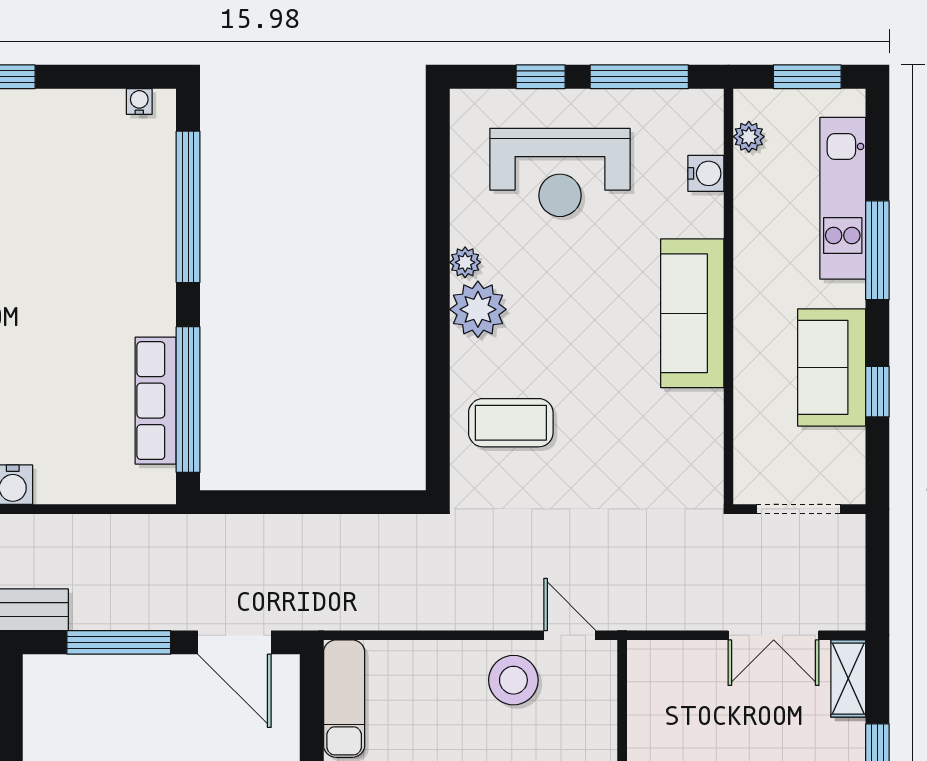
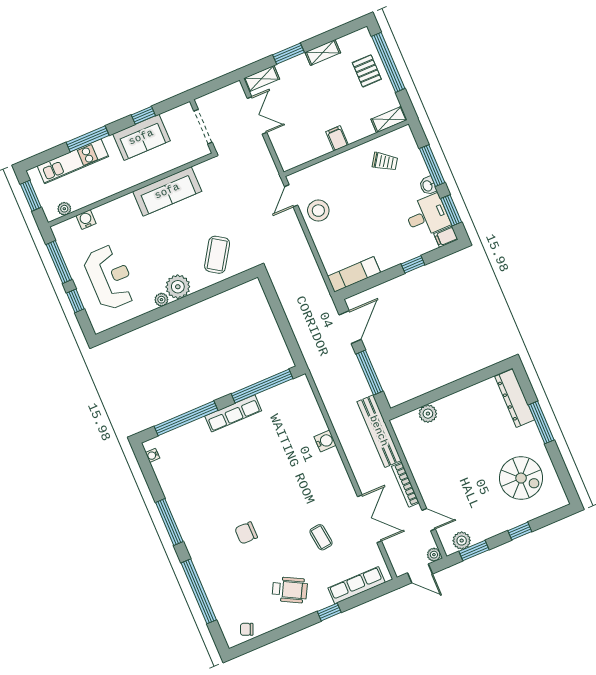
sofa: (692, 313) -> (167, 191), moved
row of seats: (156, 401) -> (233, 413), moved
coffee table: (511, 423) -> (217, 255), turned 33

